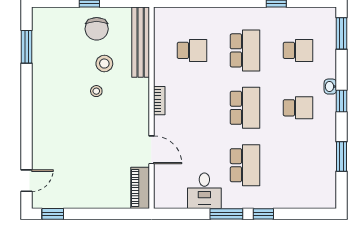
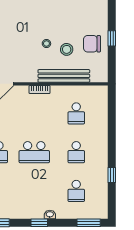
bench: (141, 42) -> (64, 76), moved
school desk: (245, 50) -> (76, 152), width x0.54
school desk: (298, 108) -> (34, 191), removed

